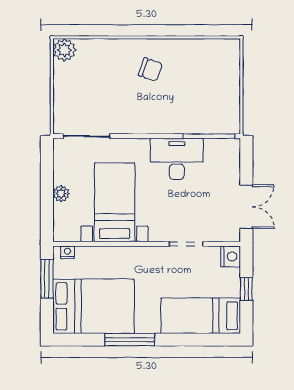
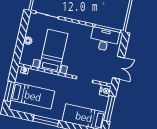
desk: (177, 159) -> (104, 40), moved
window: (47, 279) -> (9, 91), moved
window: (246, 289) -> (109, 109), width x2.17
bed: (93, 306) -> (33, 96), width x0.67

